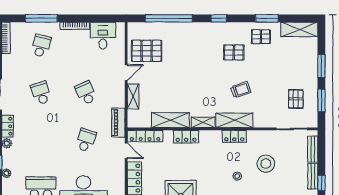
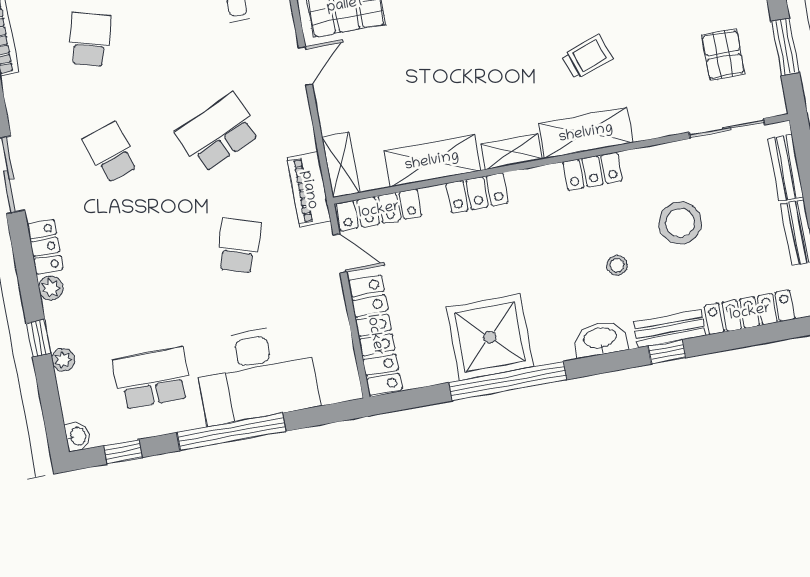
school desk: (86, 93) -> (218, 133), width x1.85
shelving: (133, 96) -> (341, 165), moved

